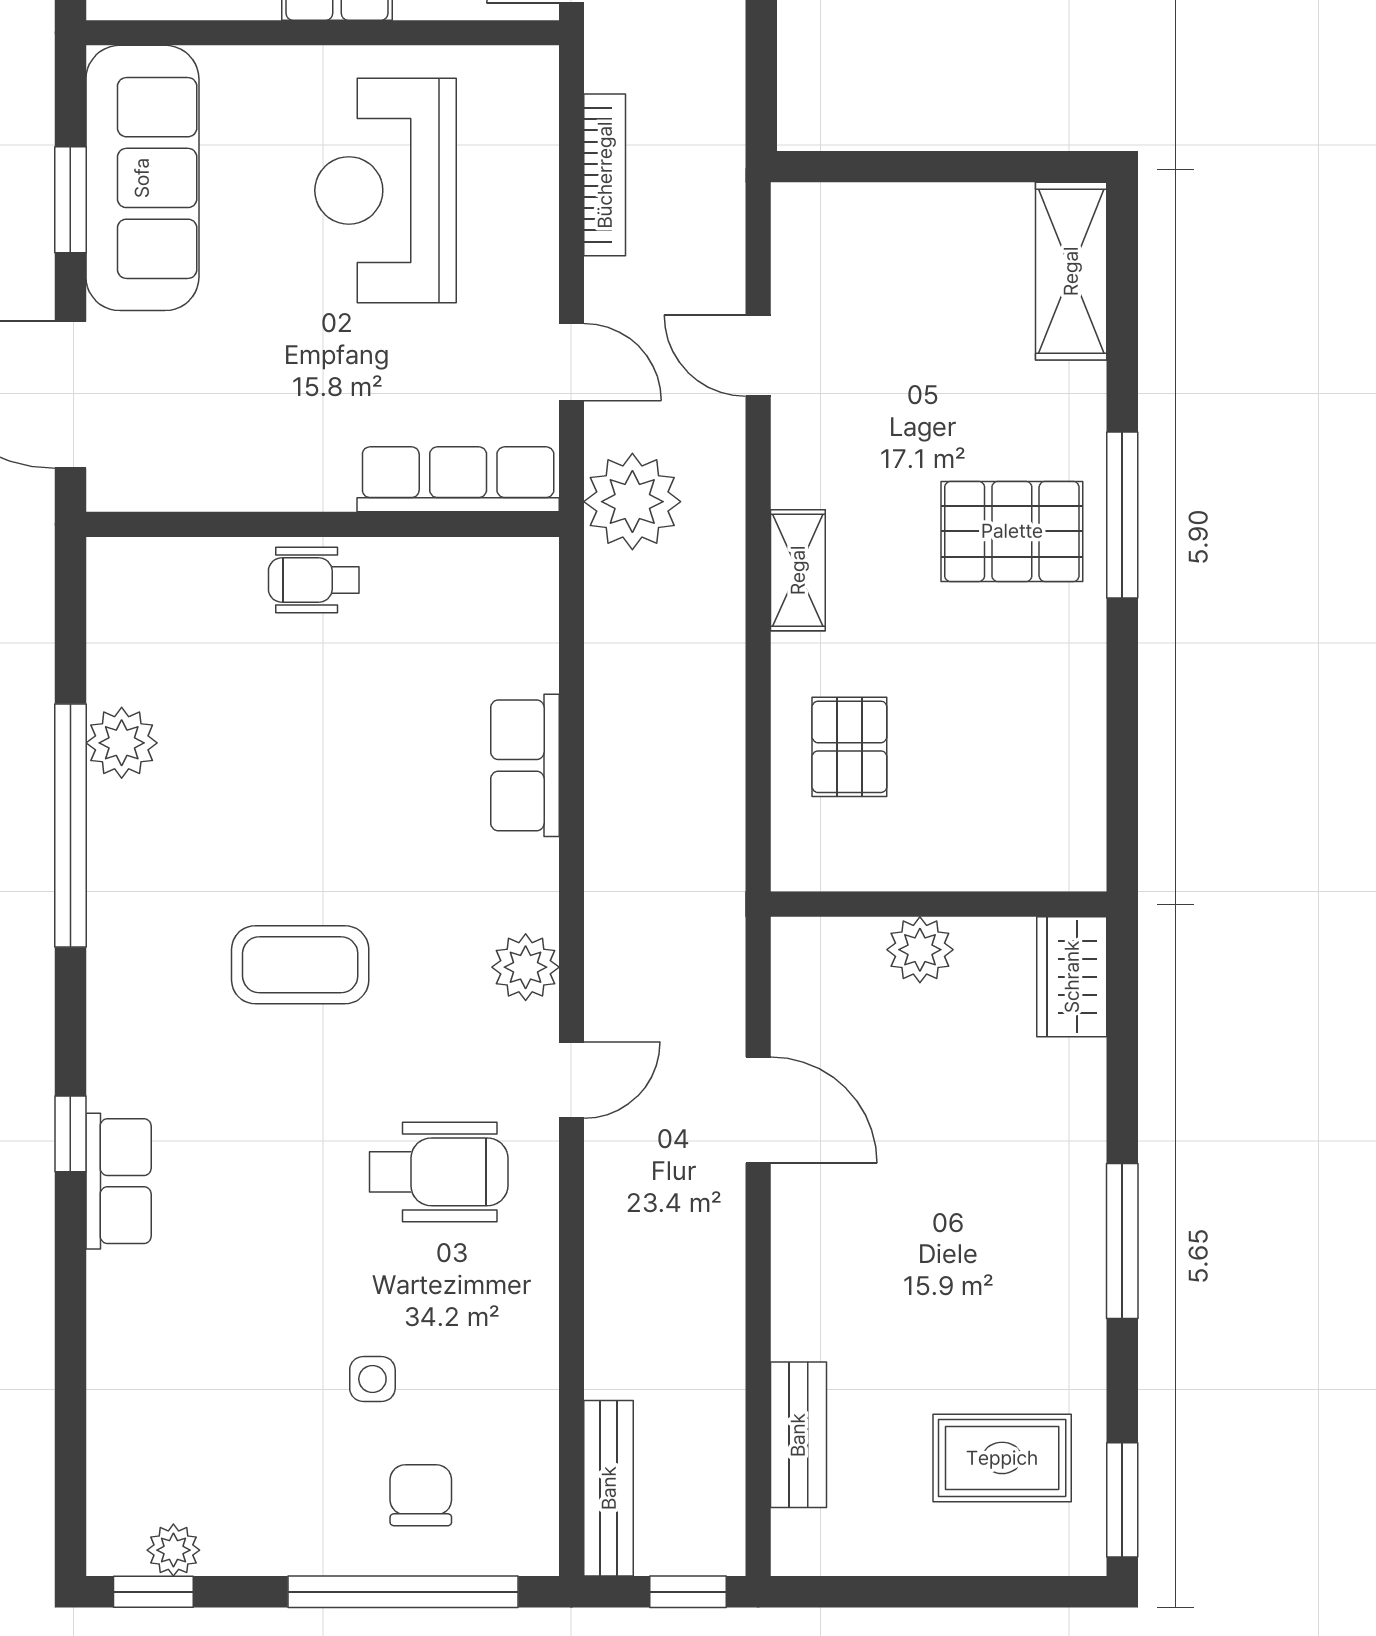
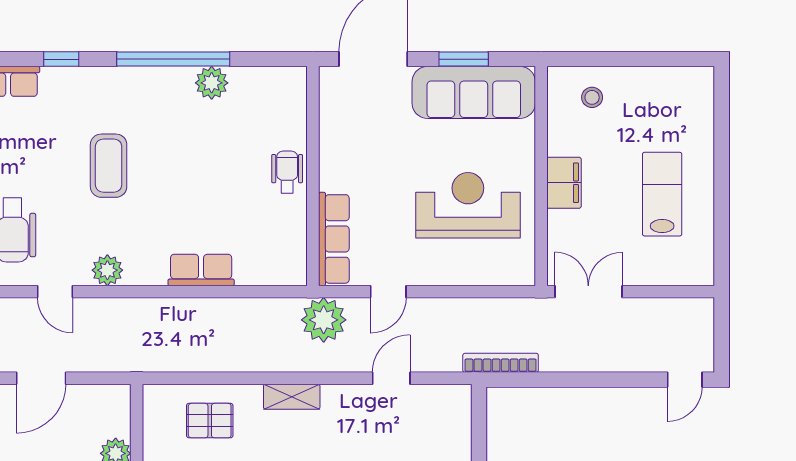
bookcase: (605, 175) -> (501, 363), moved, turned 180
window: (70, 1134) -> (61, 59), moved

